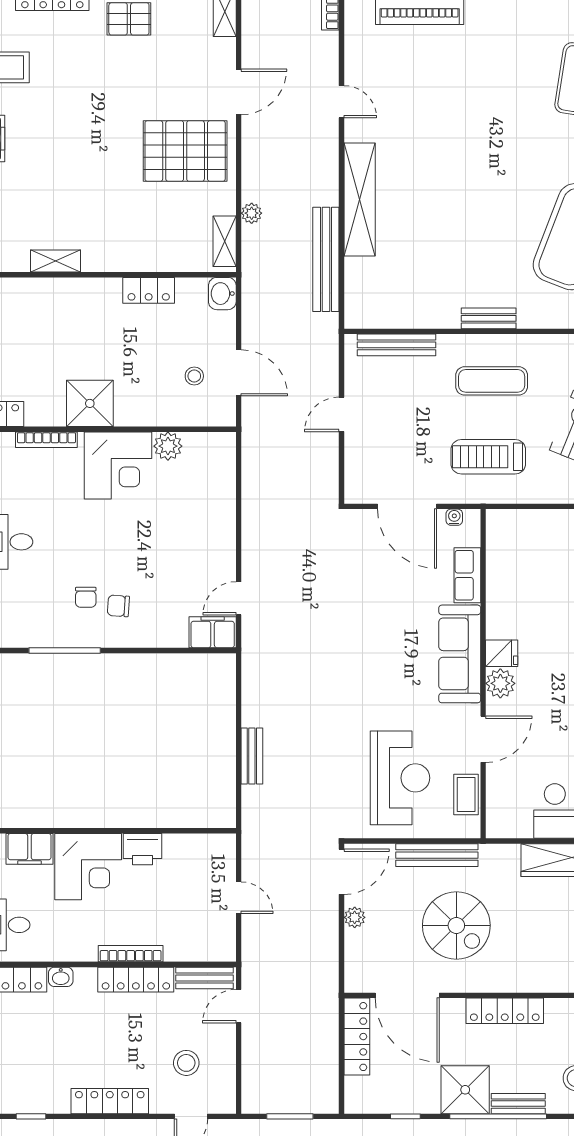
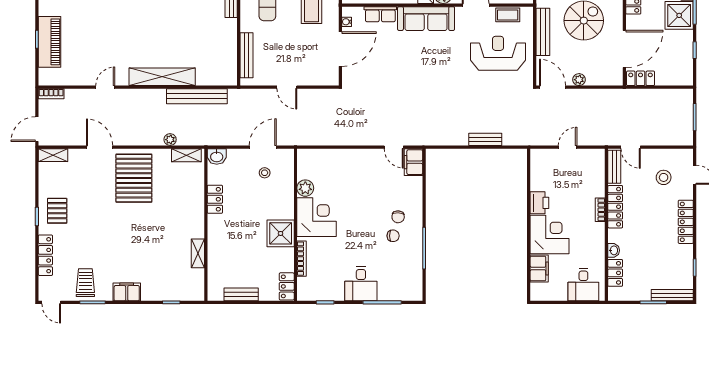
bookcase: (131, 954) -> (600, 210), width x0.64
locker: (357, 1037) -> (641, 78), width x0.66

